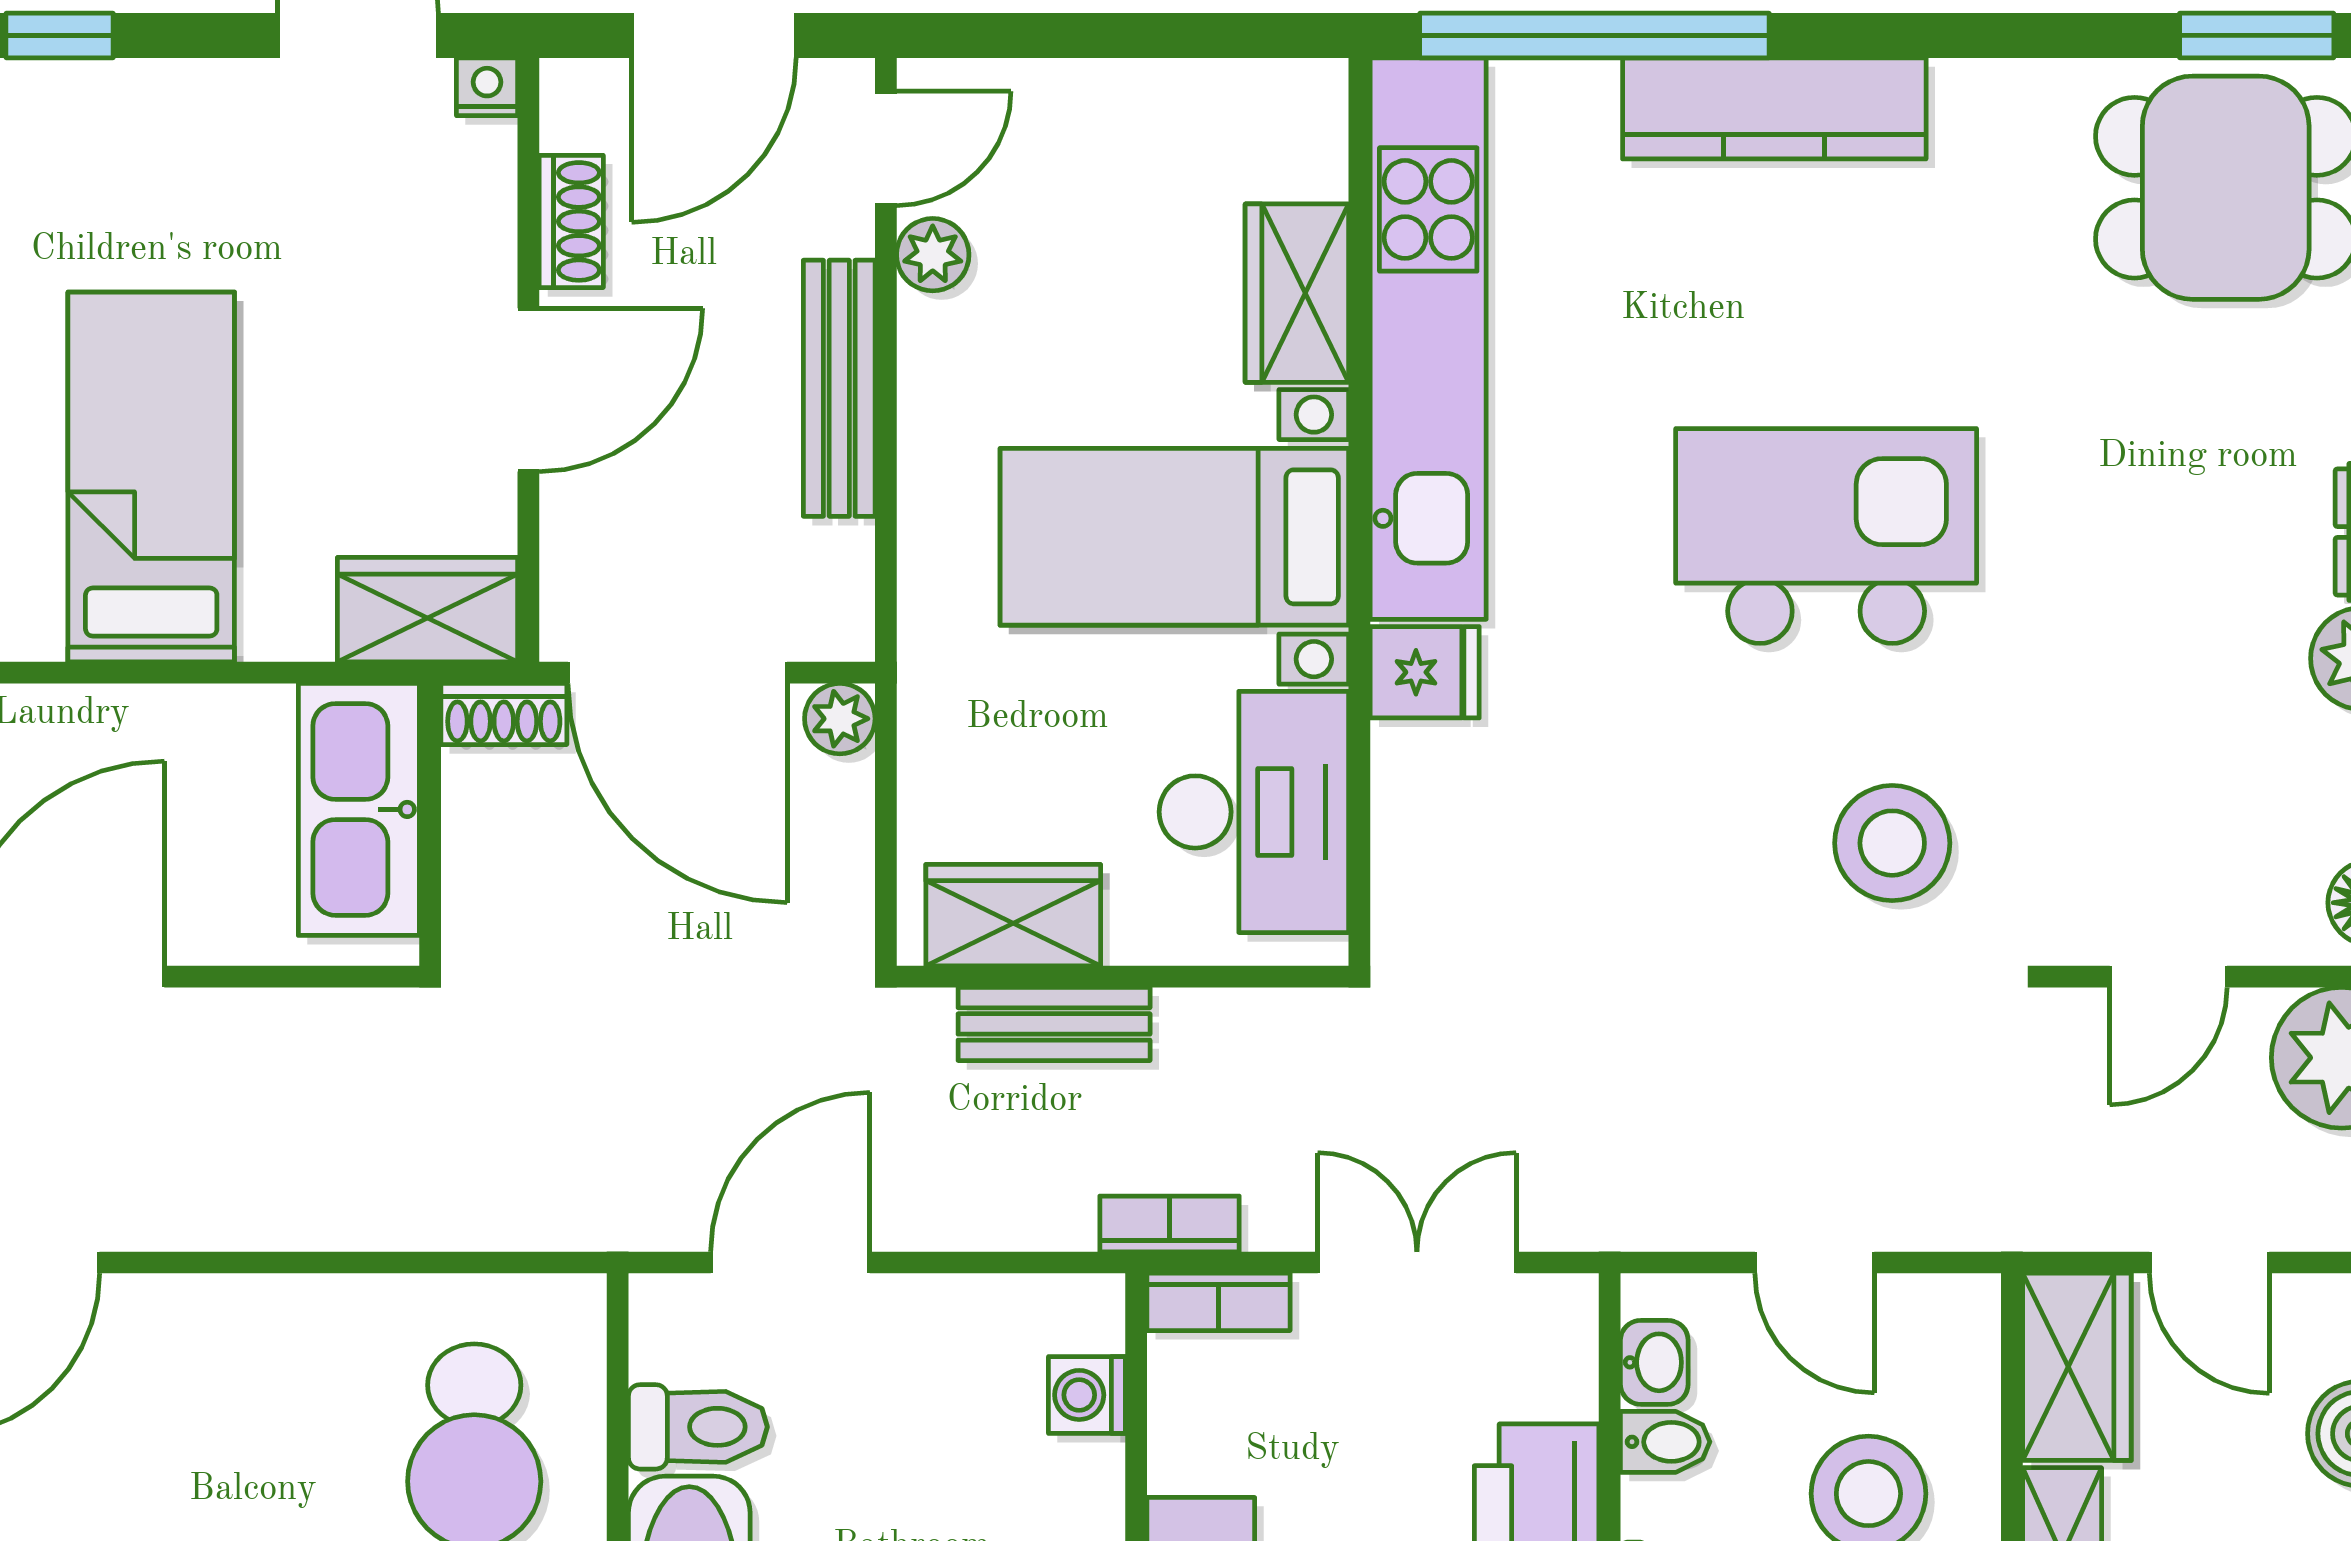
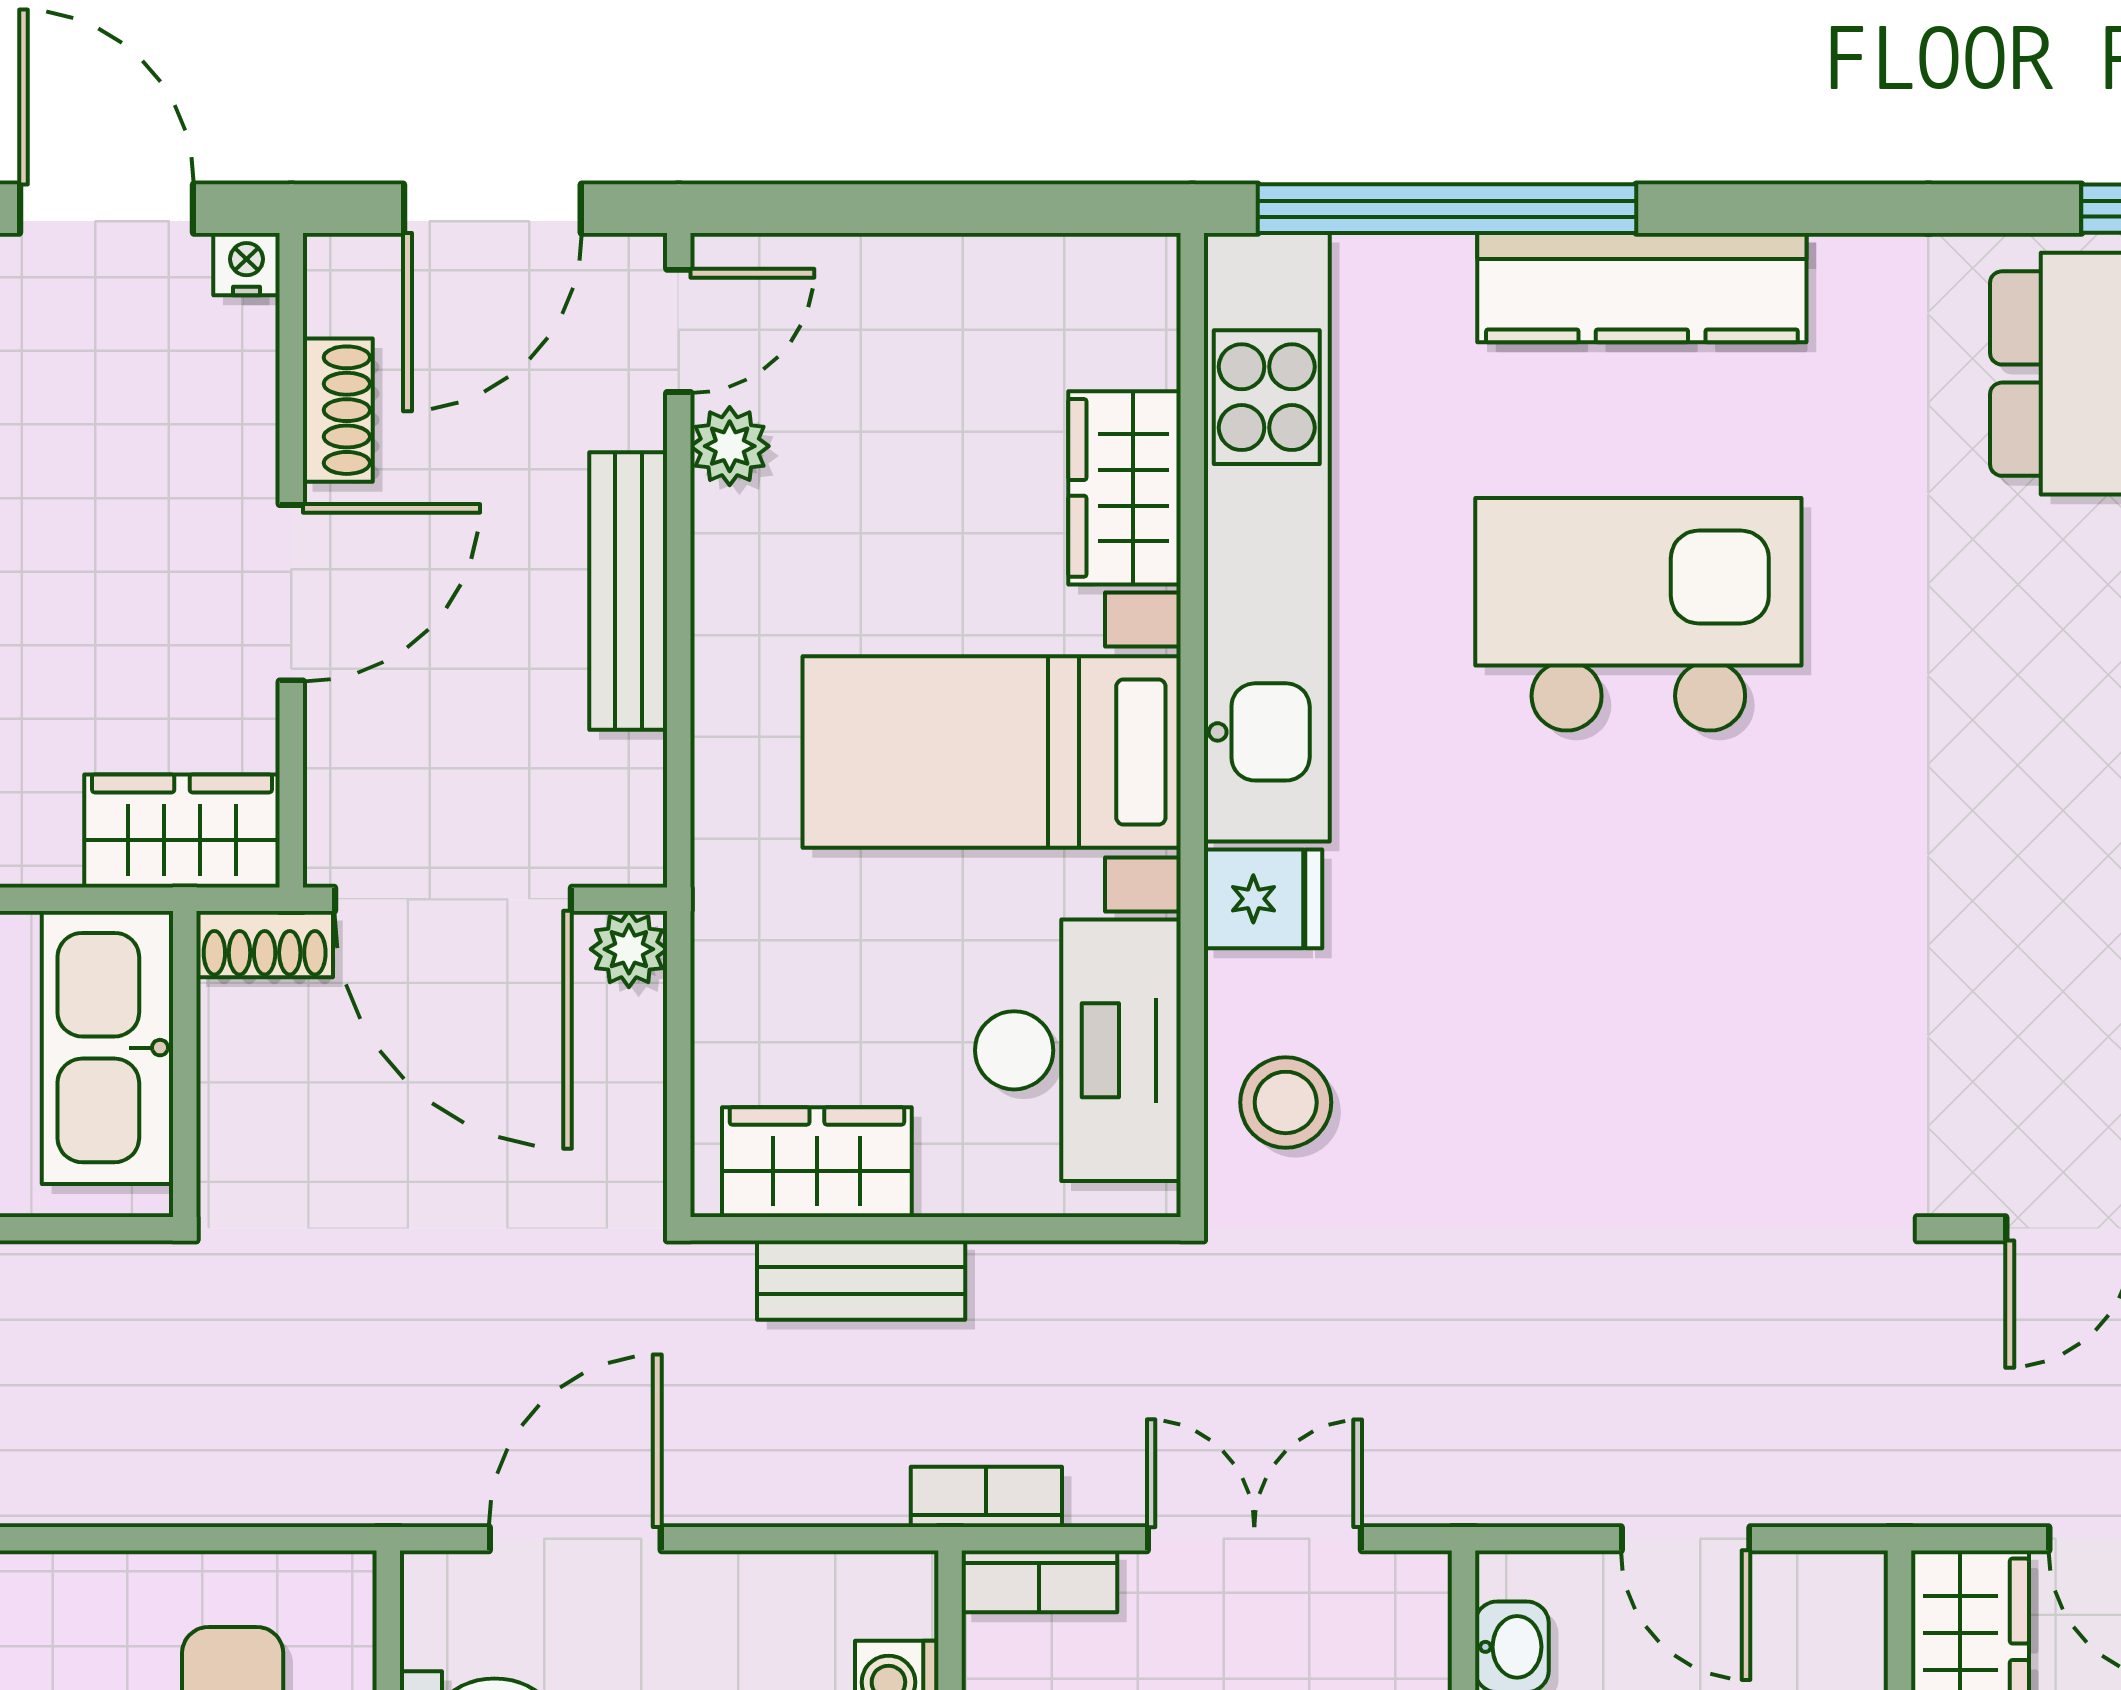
kitchen island: (1826, 536) -> (1638, 614), moved
stool: (1892, 843) -> (1286, 1102), moved, width x0.73, depth x0.73

